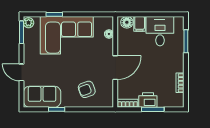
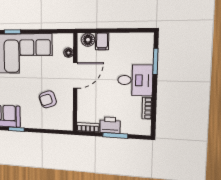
desk: (160, 31) -> (135, 80), moved, turned 90
door: (115, 68) -> (75, 75), moved
armchair: (87, 89) -> (48, 99), moved

